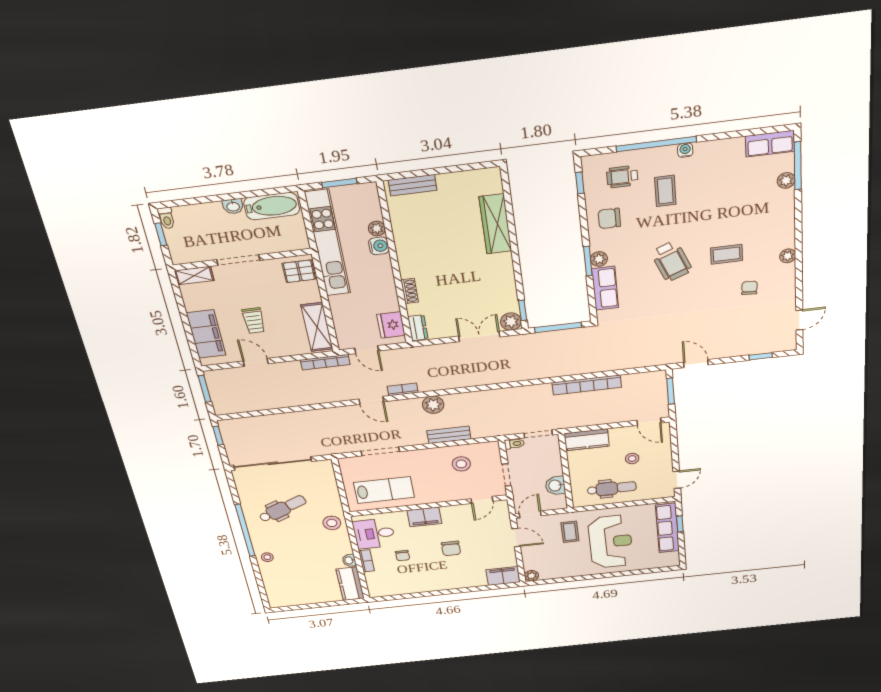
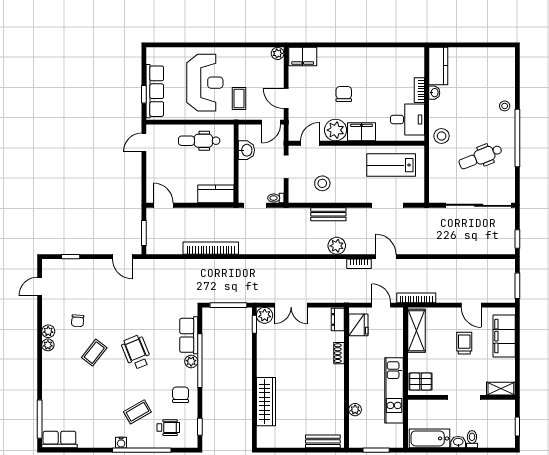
plant: (786, 180) -> (48, 331), moved
coffee table: (665, 191) -> (137, 412), turned 60
toilet: (166, 218) -> (472, 439), moved
chair: (609, 218) -> (181, 395), turned -90
kitchen unit: (328, 243) -> (394, 390), width x0.73
water cooler: (379, 246) -> (356, 395), removed
coffee table: (727, 254) -> (94, 353), turned -52
window: (588, 261) -> (200, 361), width x2.11
stool: (632, 459) -> (180, 170), removed
plant: (455, 515) -> (336, 130), added
reception desk: (611, 542) -> (205, 83), turned 180
chair: (403, 556) -> (387, 92), removed

